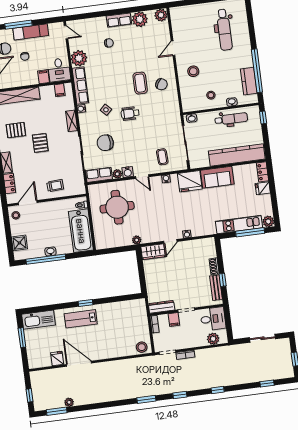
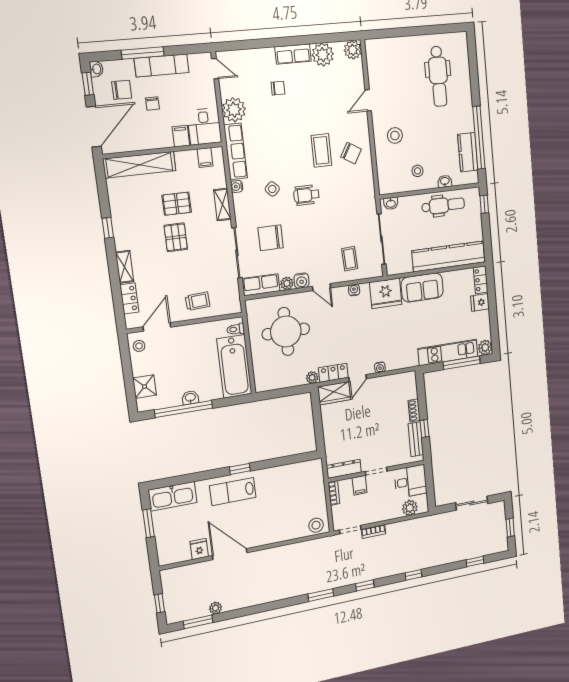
pallet: (16, 130) -> (177, 204), moved
locker: (152, 237) -> (333, 373), added

